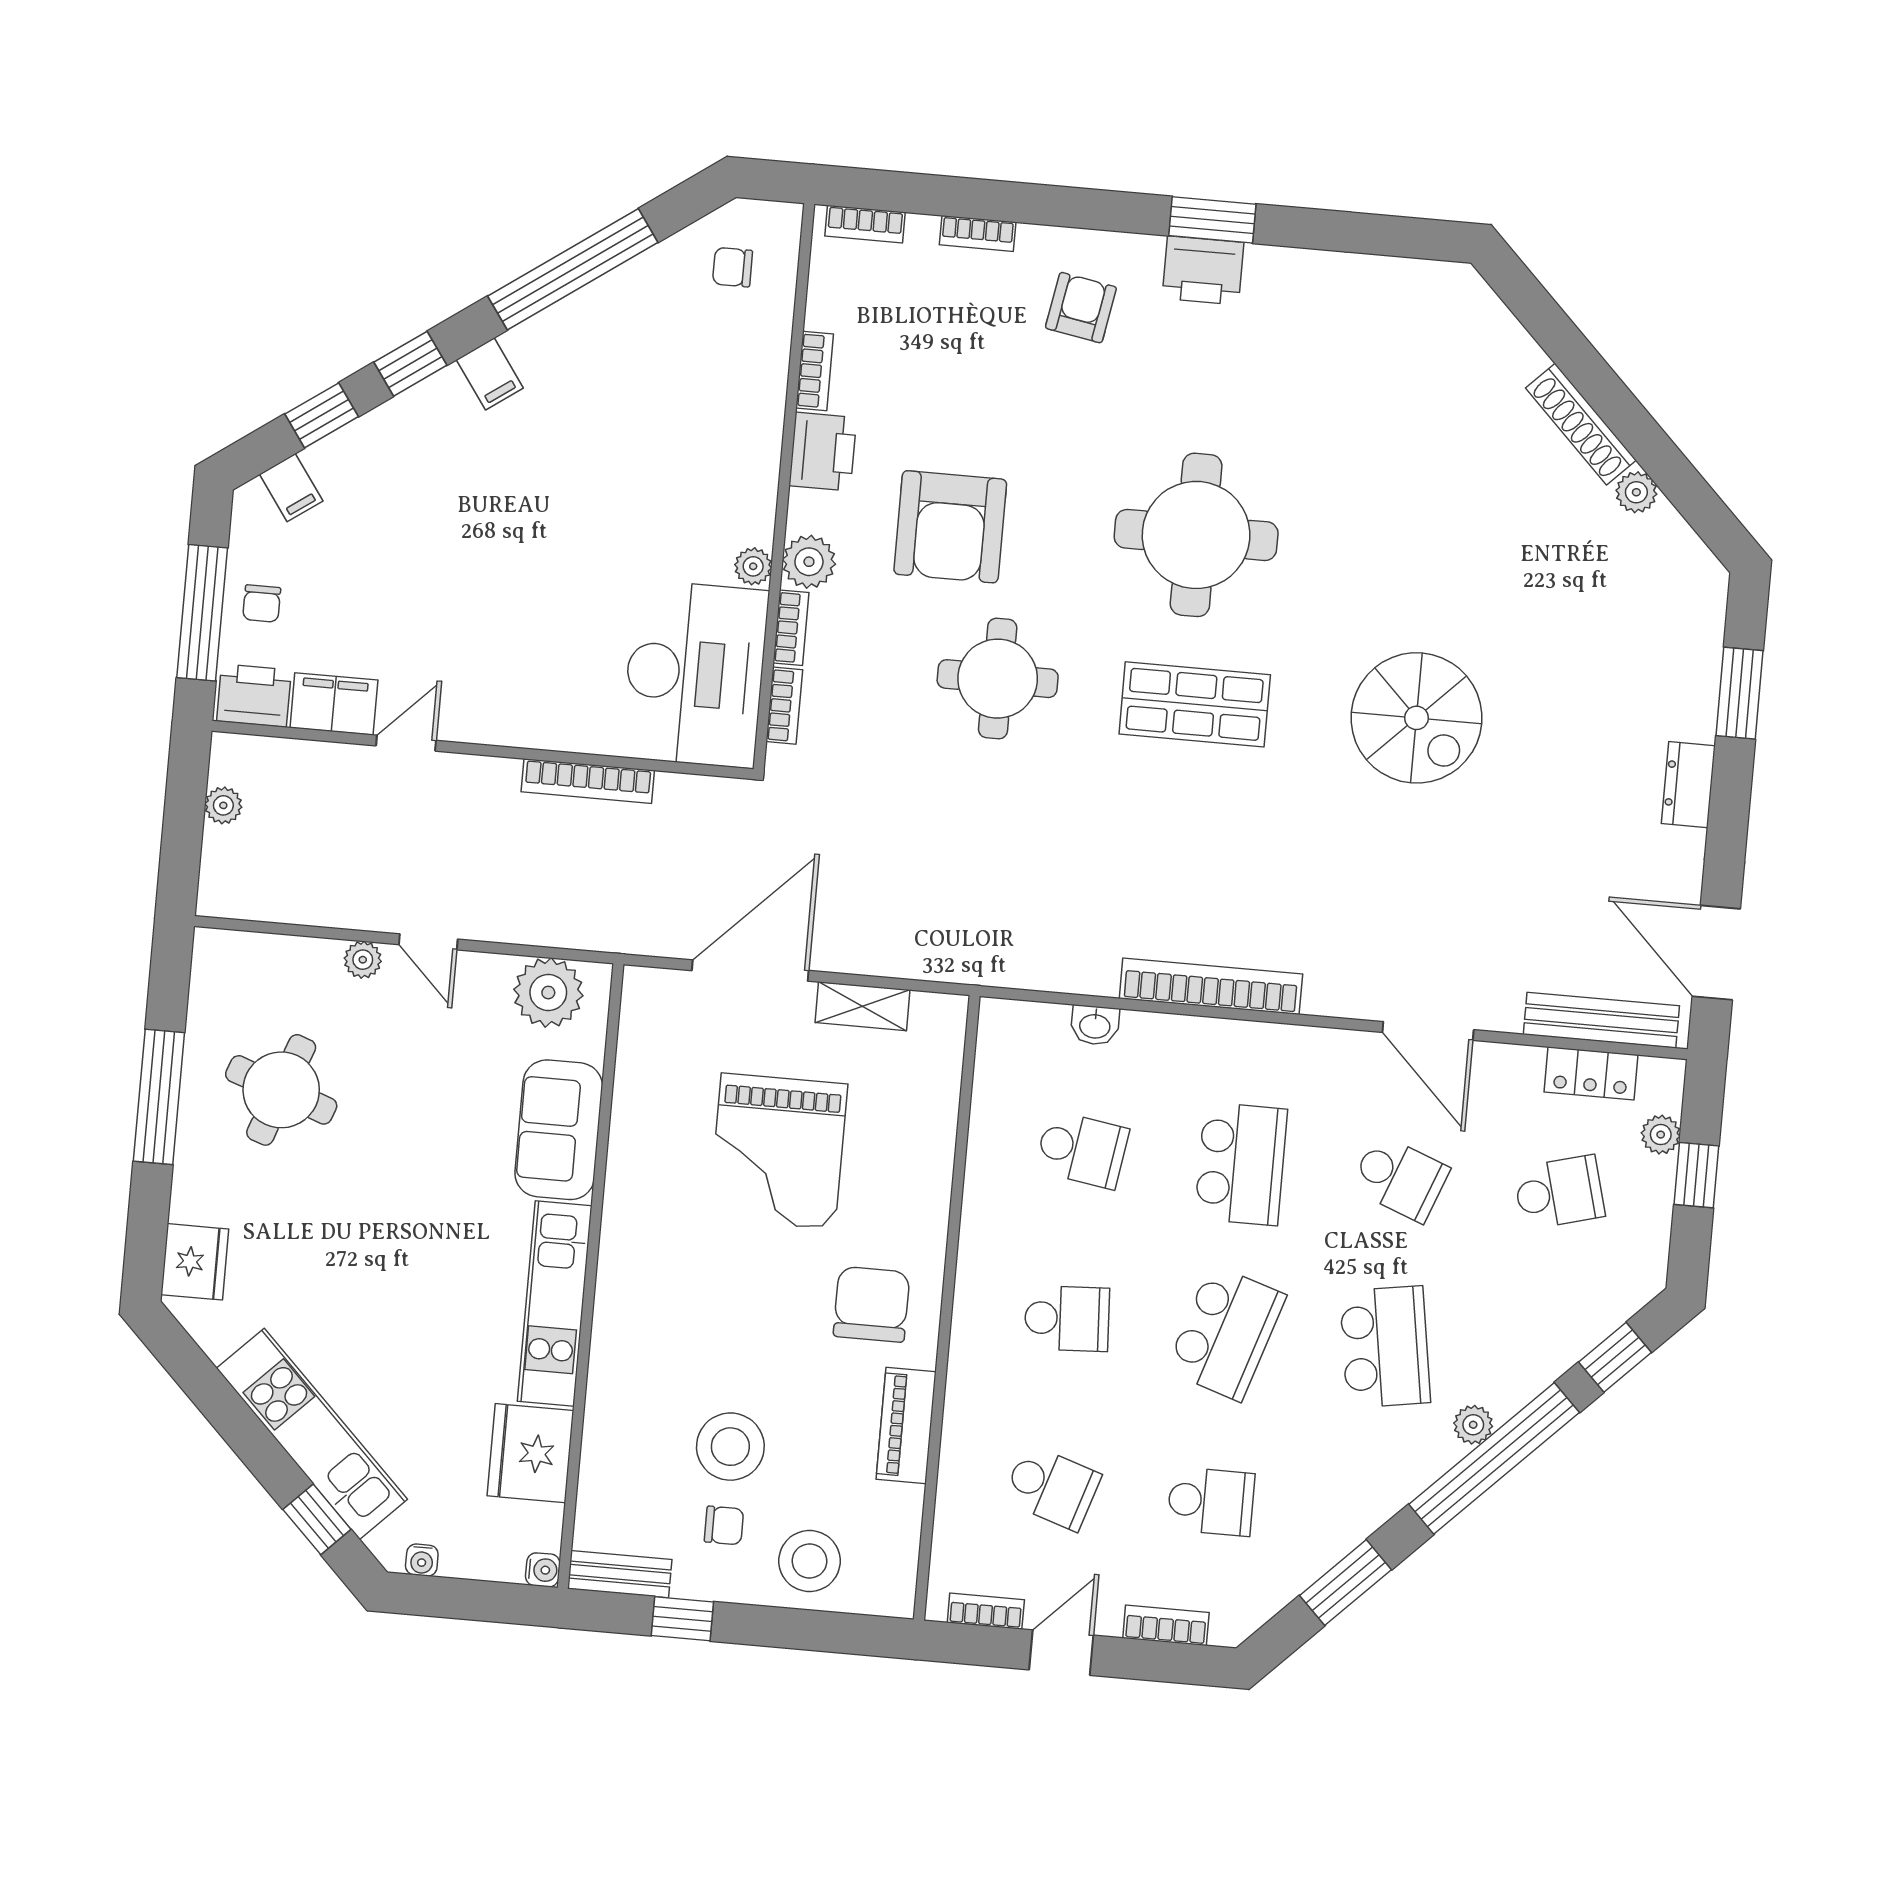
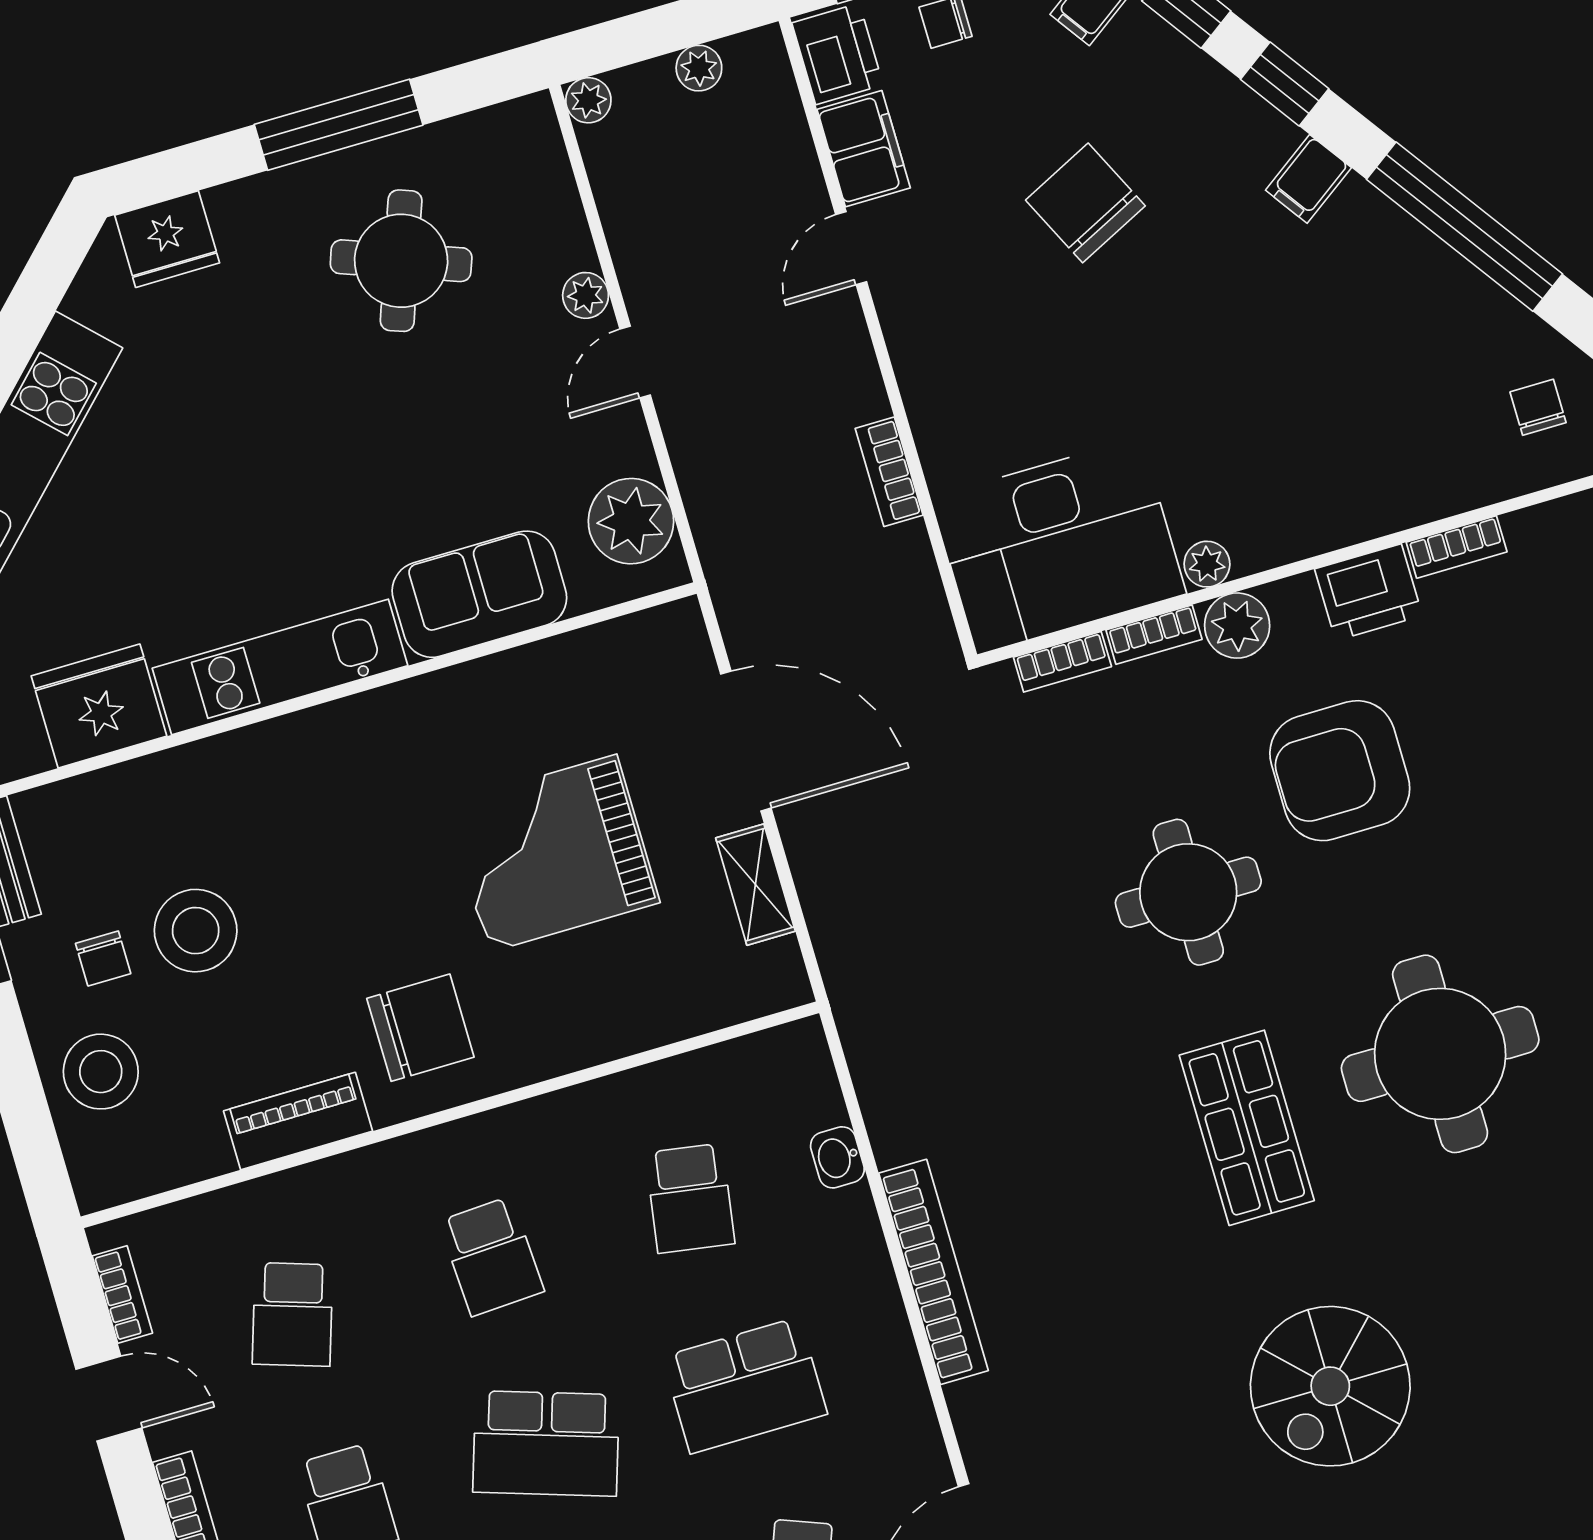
chair: (442, 551) -> (1085, 203), added
door: (406, 743) -> (851, 248), swing flipped
bookcase: (588, 781) -> (889, 472), width x0.64
plant: (215, 899) -> (588, 100), added

